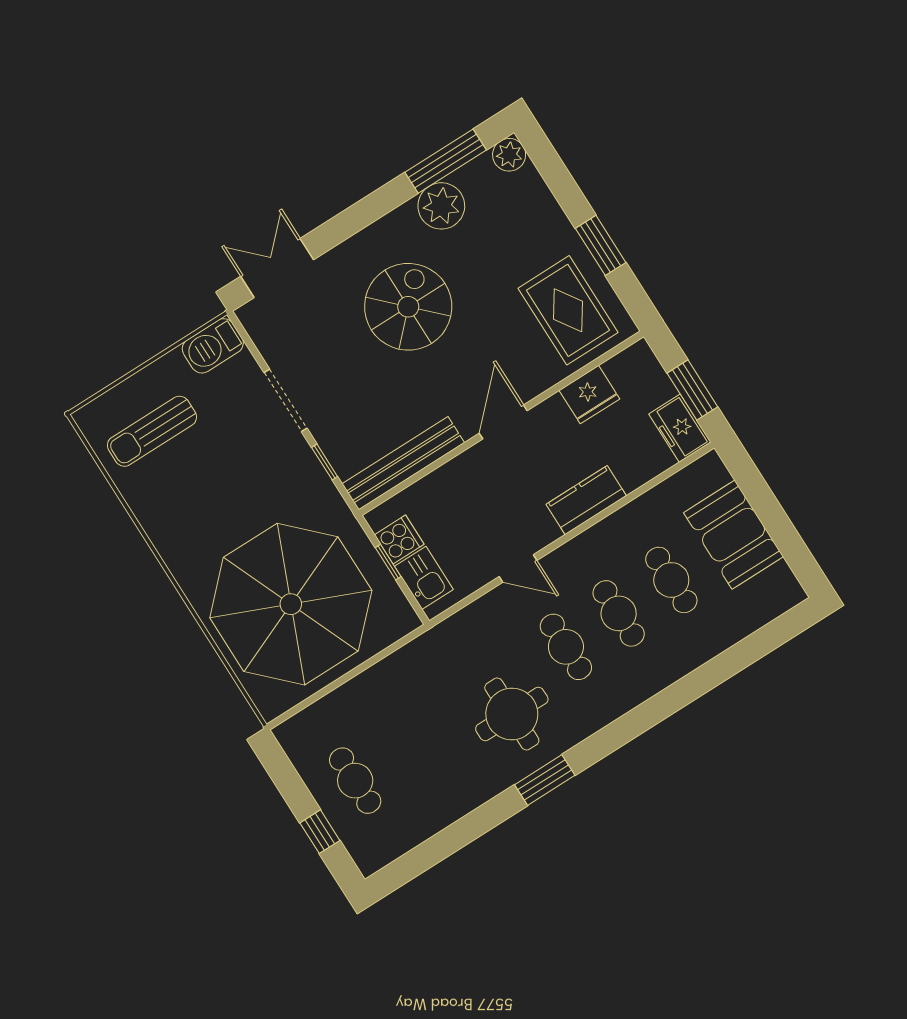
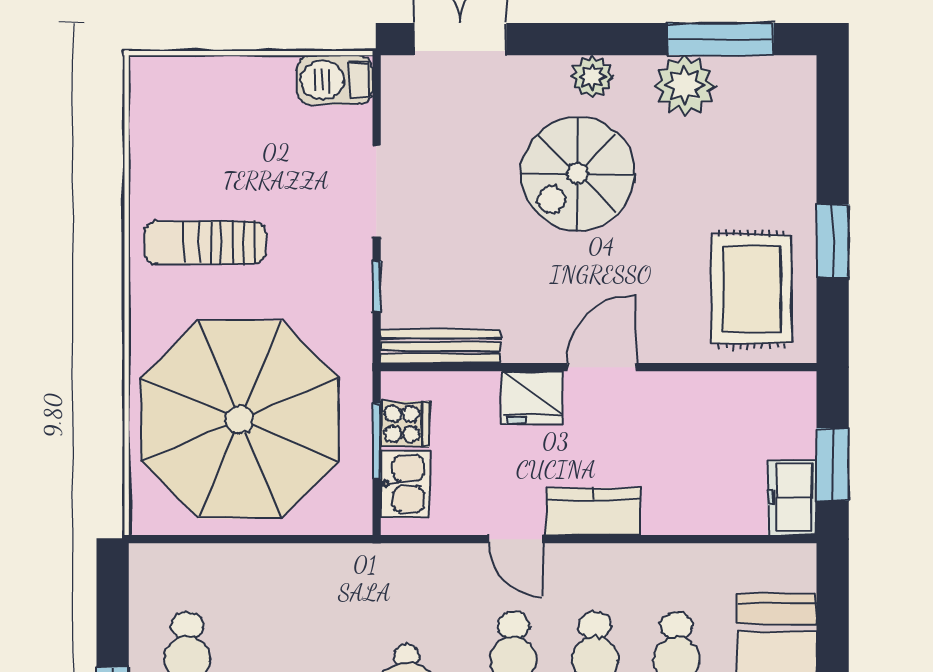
plant: (509, 155) -> (592, 77), moved
spiral stairs: (408, 307) -> (578, 174), turned 180
fridge: (589, 395) -> (532, 397), moved
sun lounger: (152, 431) -> (205, 242), moved
bench: (403, 463) -> (441, 346), width x0.73, depth x0.82
kitchen counter: (586, 500) -> (594, 512), moved
window: (388, 562) -> (377, 441), width x1.50

